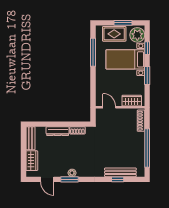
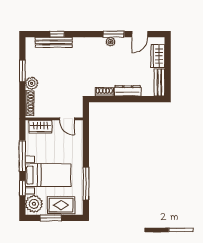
window: (147, 76) -> (22, 156), width x1.44
plant: (139, 138) -> (32, 83), added
window: (147, 148) -> (22, 71), width x0.47
door: (47, 179) -> (140, 34), swing flipped

